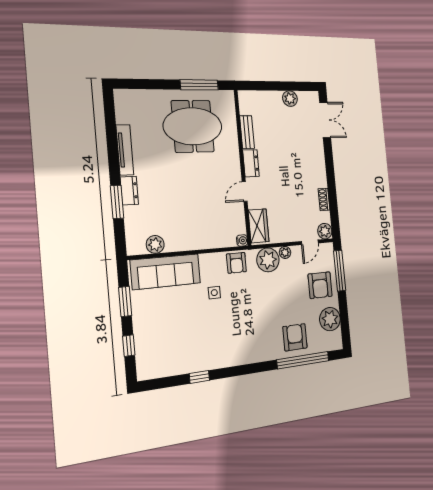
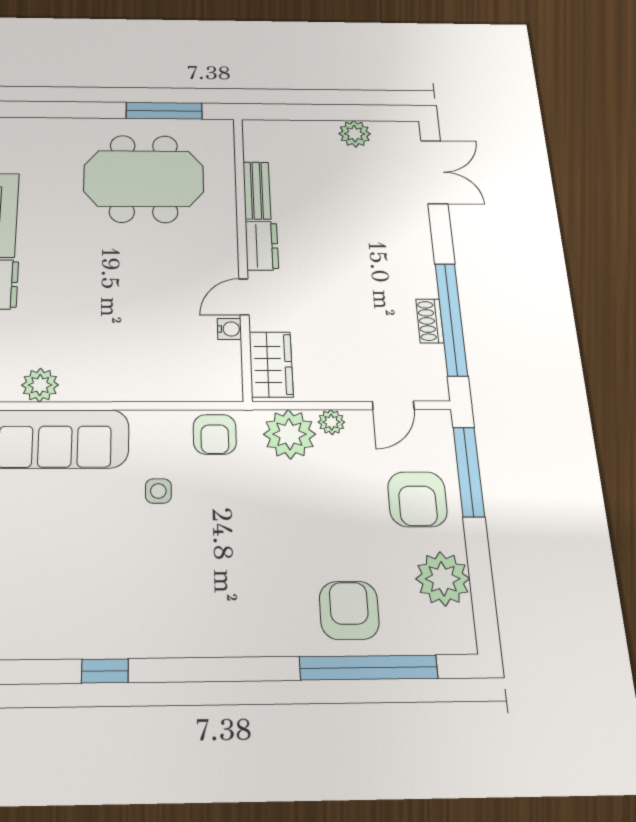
window: (333, 198) -> (451, 319), added
plant: (325, 231) -> (431, 385), removed
water cooler: (242, 240) -> (229, 329), moved

